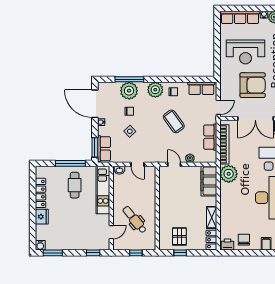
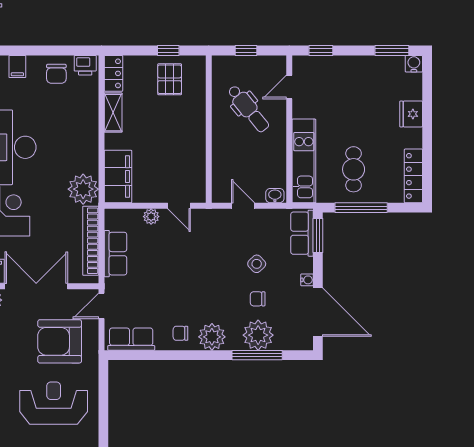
armchair: (253, 85) -> (60, 341), moved
coffee table: (174, 121) -> (180, 281), removed
locker: (41, 193) -> (413, 176), moved

